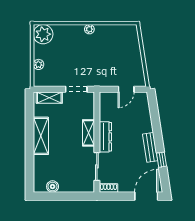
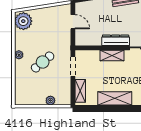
plant: (43, 34) -> (23, 21), moved
cafe table: (81, 56) -> (43, 62), added

